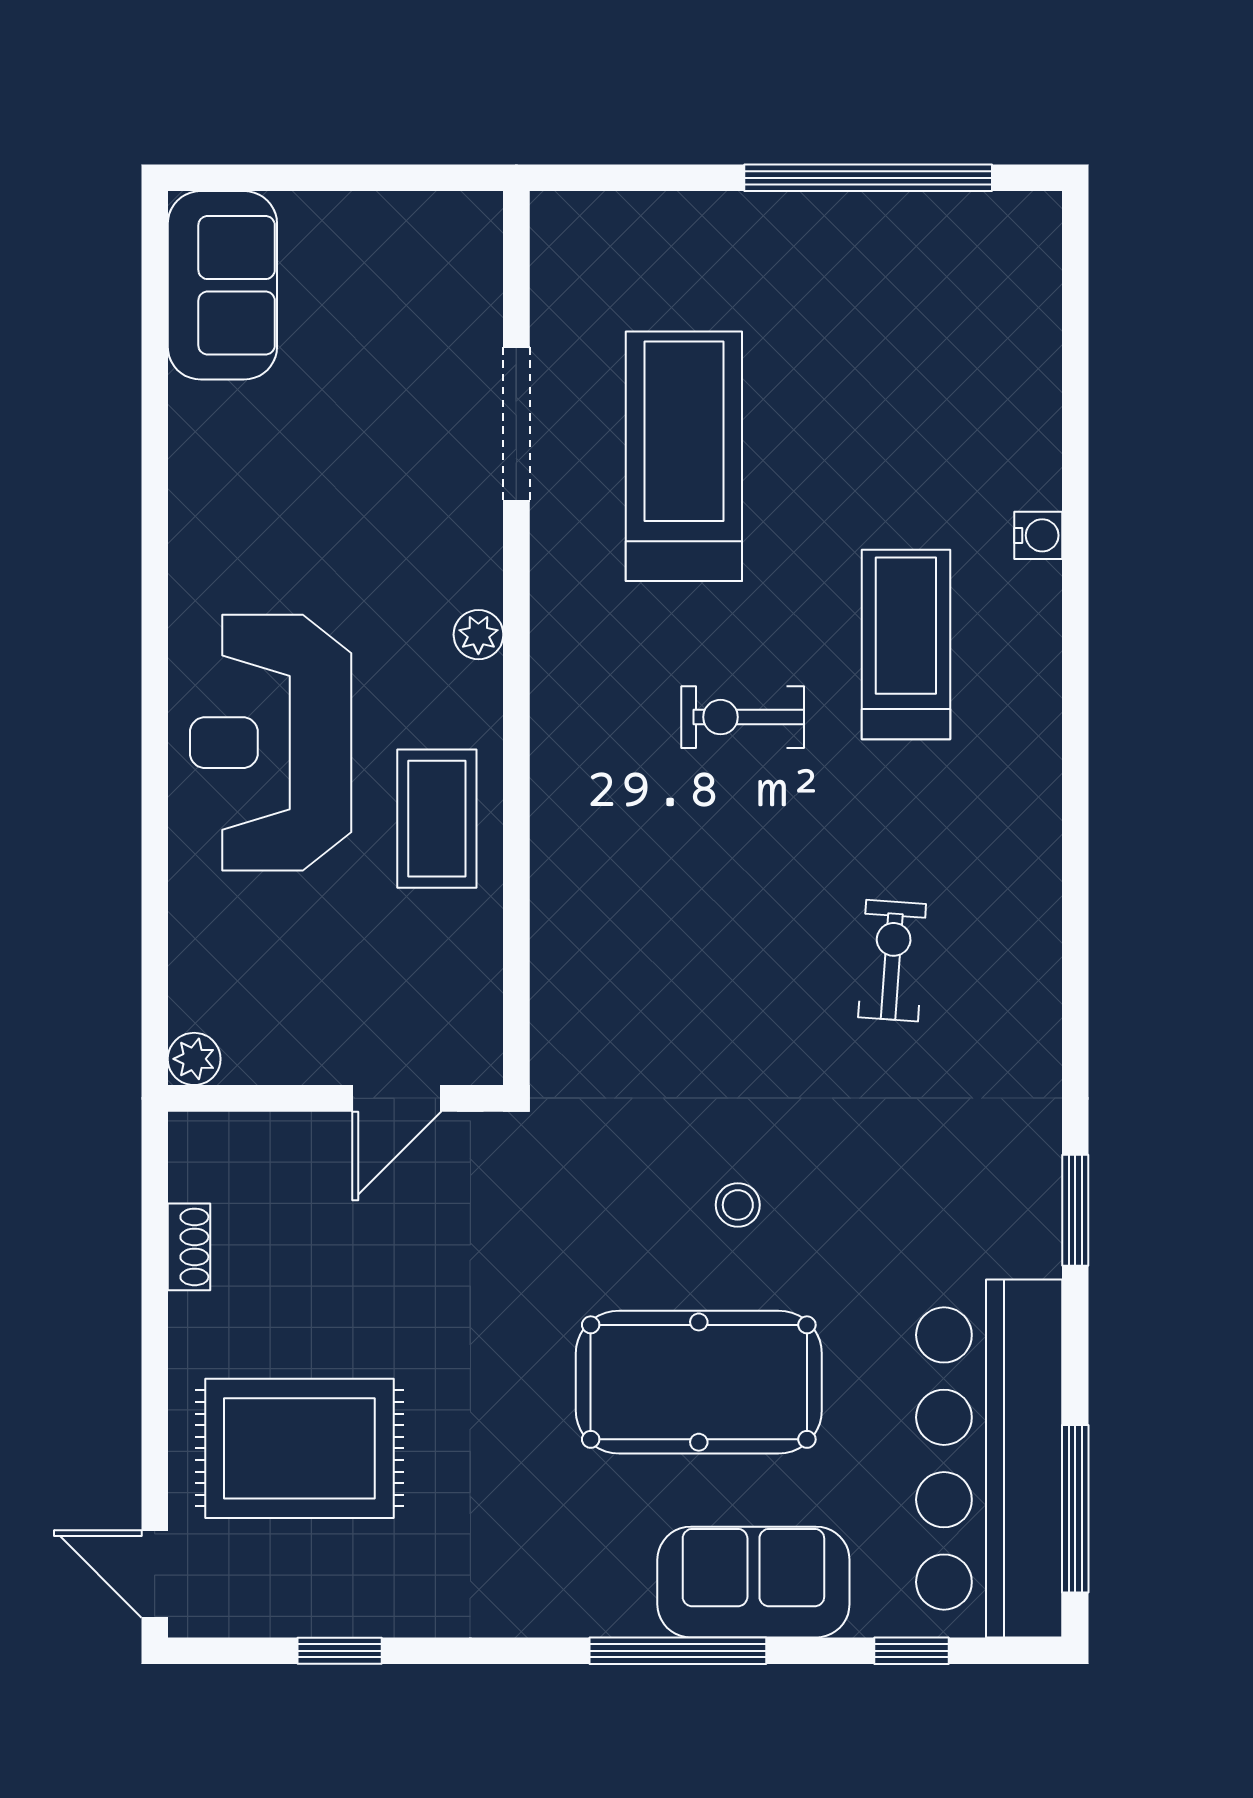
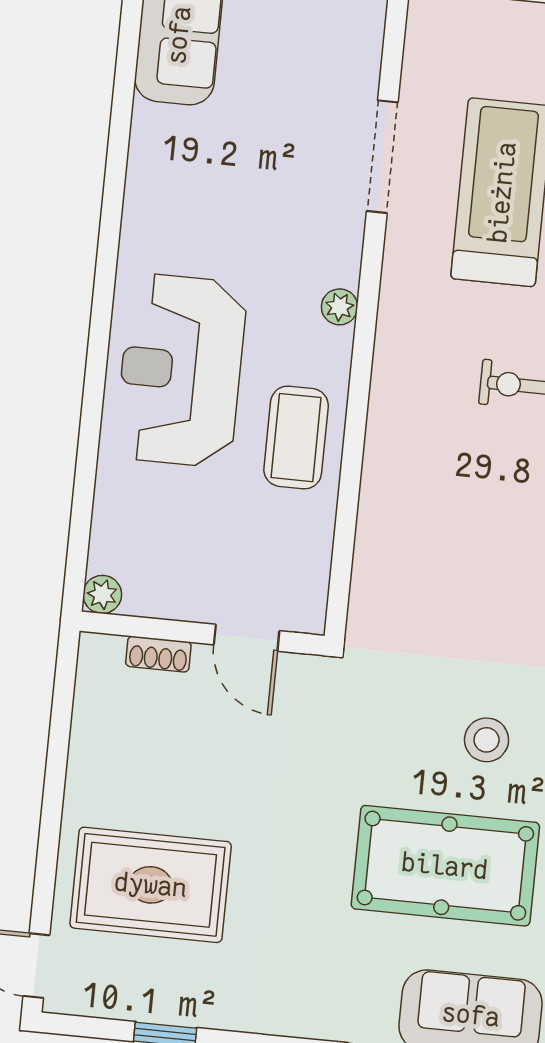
door: (397, 1098) -> (247, 638), hinge flipped
stool: (738, 1205) -> (487, 740), width x1.37, depth x1.37
shoe rack: (189, 1247) -> (158, 654), moved, turned 90

